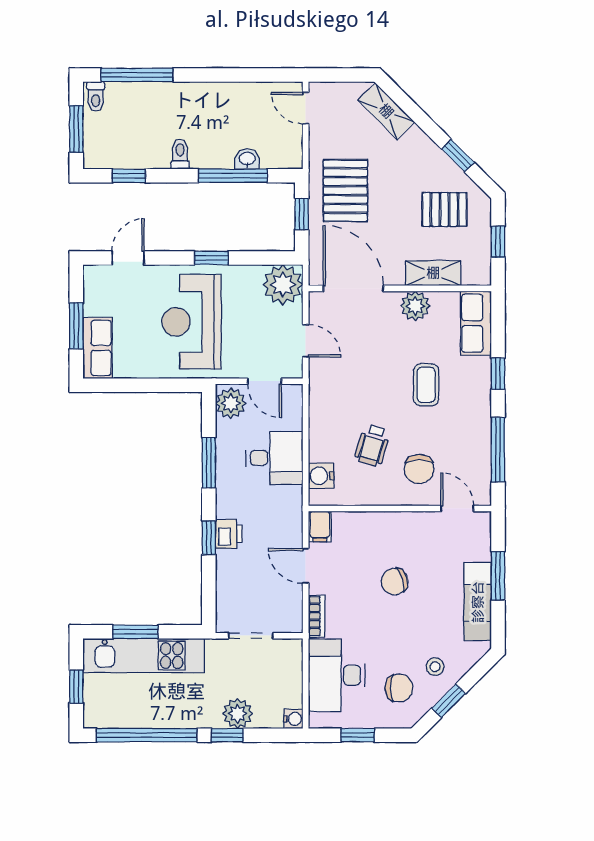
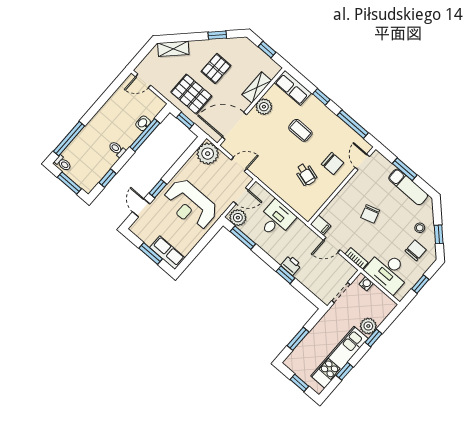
pallet: (444, 210) -> (216, 69), moved
window: (211, 258) -> (158, 189), moved
window: (209, 463) -> (243, 238), moved
water cooler: (321, 476) -> (300, 206), removed
door: (457, 508) -> (362, 162), hinge flipped
kitchen unit: (144, 656) -> (340, 357), moved, turned 180
water cooler: (293, 719) -> (366, 284), moved
window: (147, 735) -> (345, 371), width x0.32

